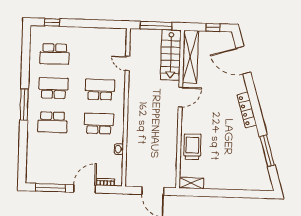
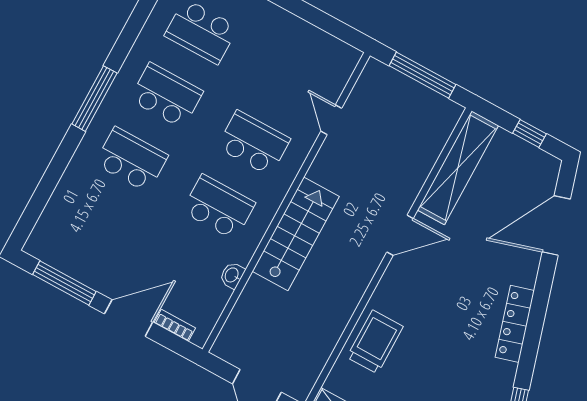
stairs: (171, 55) -> (296, 234), moved, turned 180
door: (243, 60) -> (556, 226), hinge flipped
school desk: (52, 122) -> (131, 160), turned 180

